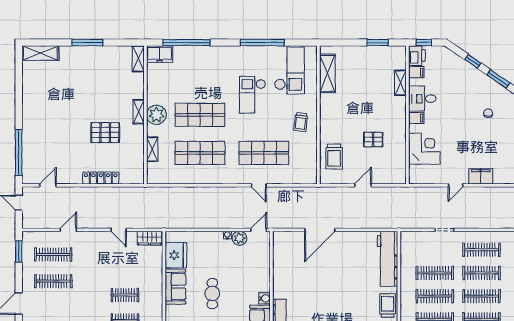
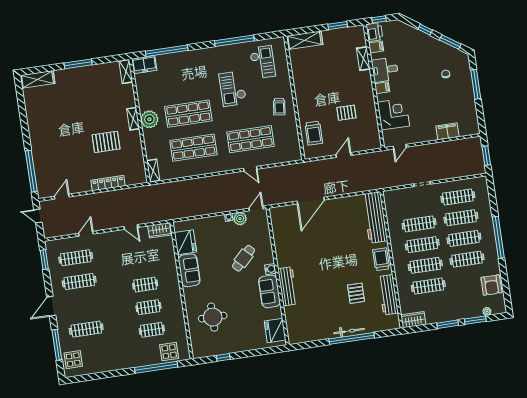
checkout: (289, 71) -> (262, 62), width x0.73, depth x0.83
shelving: (327, 73) -> (305, 40), moved, turned 90
shelving: (152, 149) -> (153, 171), moved
door: (456, 185) -> (400, 147), moved
cafe table: (212, 294) -> (244, 258), moved, turned 45

